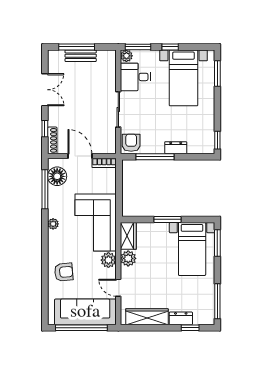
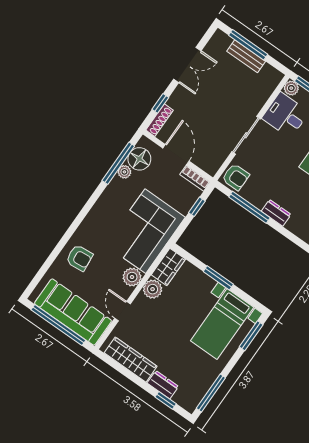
armchair: (131, 143) -> (236, 177), turned 90
window: (119, 181) -> (197, 207), added
plant: (53, 224) -> (124, 172), moved

